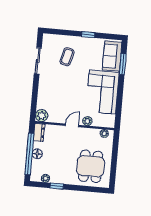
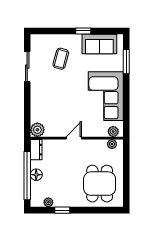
sofa: (112, 56) -> (99, 44), moved, turned -90
plant: (87, 121) -> (113, 132), moved

